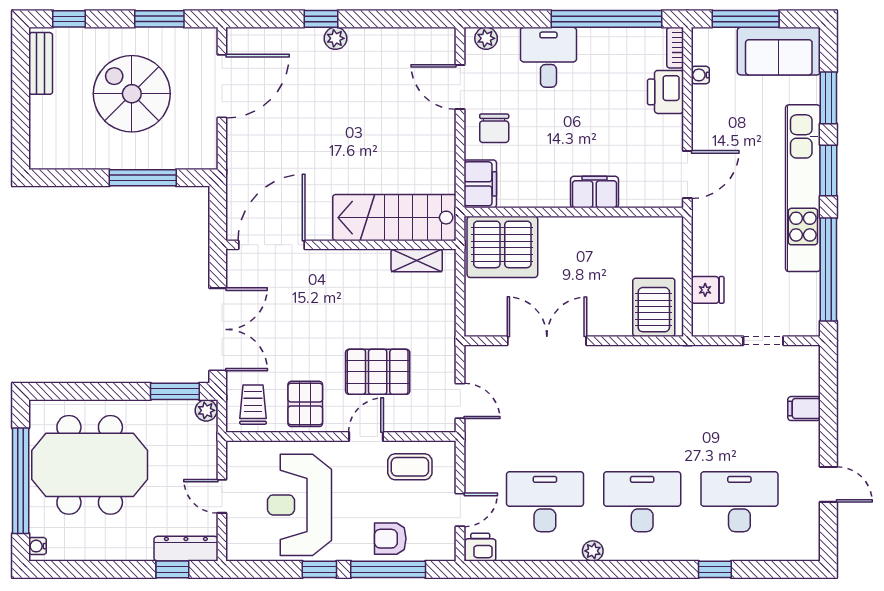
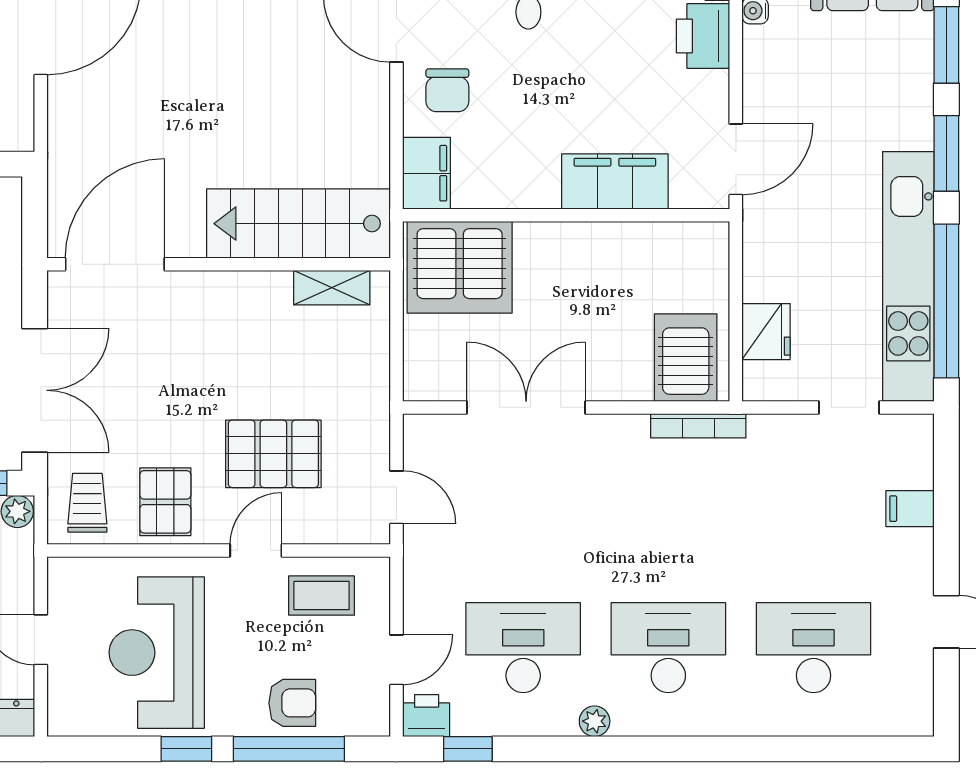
kitchen unit: (803, 188) -> (908, 276), moved
filing cabinet: (595, 192) -> (615, 182), width x1.50, depth x1.17
fridge: (708, 290) -> (766, 332), width x1.38
bookcase: (662, 353) -> (698, 426), added
armchair: (390, 539) -> (292, 703), turned 180
window: (715, 569) -> (468, 749), moved

